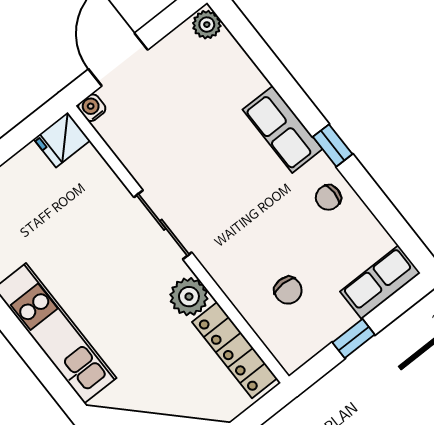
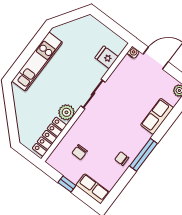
row of seats: (283, 129) -> (157, 116), moved
fridge: (62, 140) -> (107, 57), moved
window: (333, 145) -> (143, 155), width x2.17

